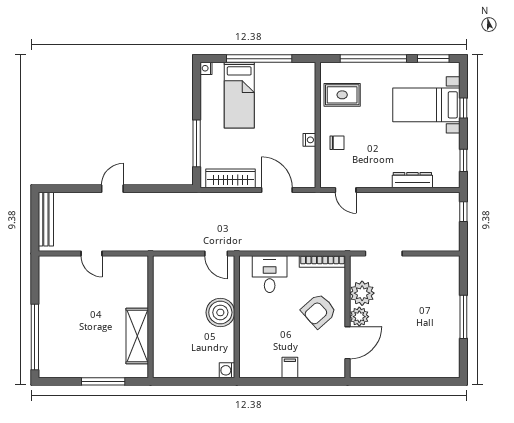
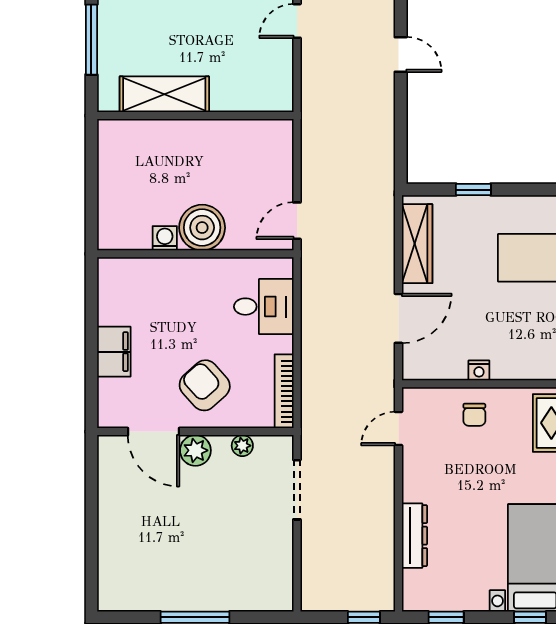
window: (197, 143) -> (473, 190), width x0.46
plant: (362, 293) -> (242, 446), width x0.53, depth x0.53
filing cabinet: (290, 368) -> (114, 352), width x2.00
washing machine: (227, 370) -> (165, 238), moved

